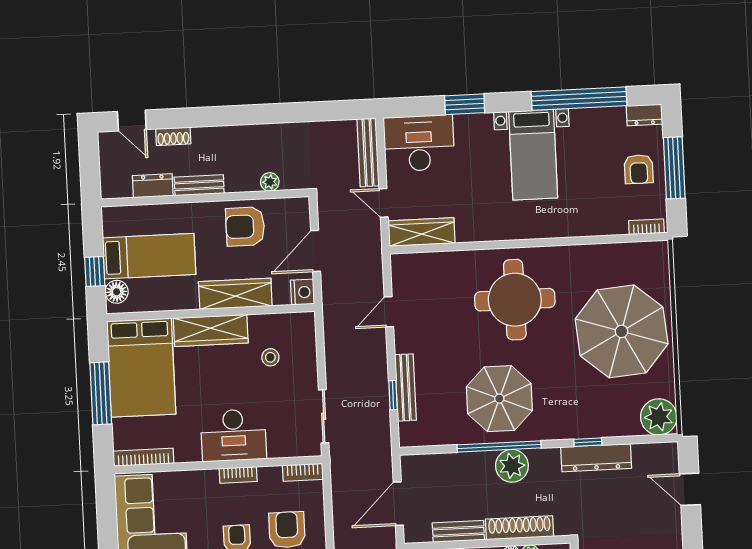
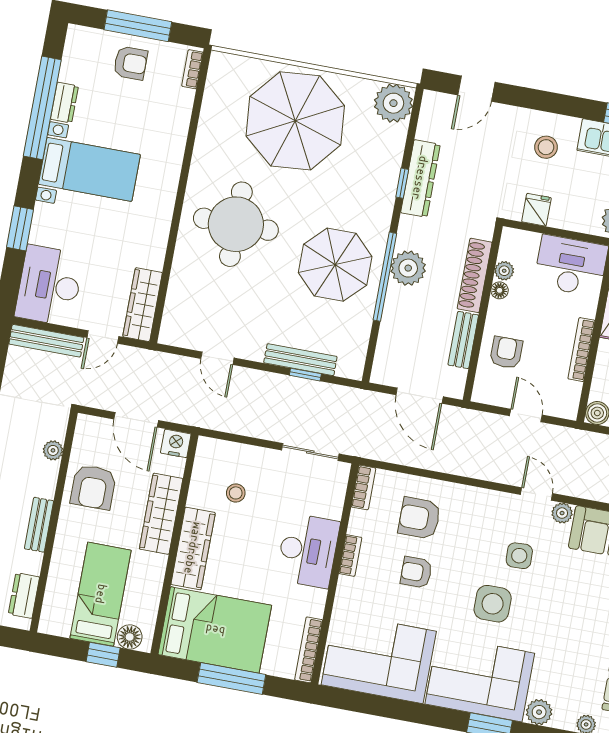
dresser: (644, 115) -> (64, 103), moved
dresser: (153, 186) -> (24, 596), moved

